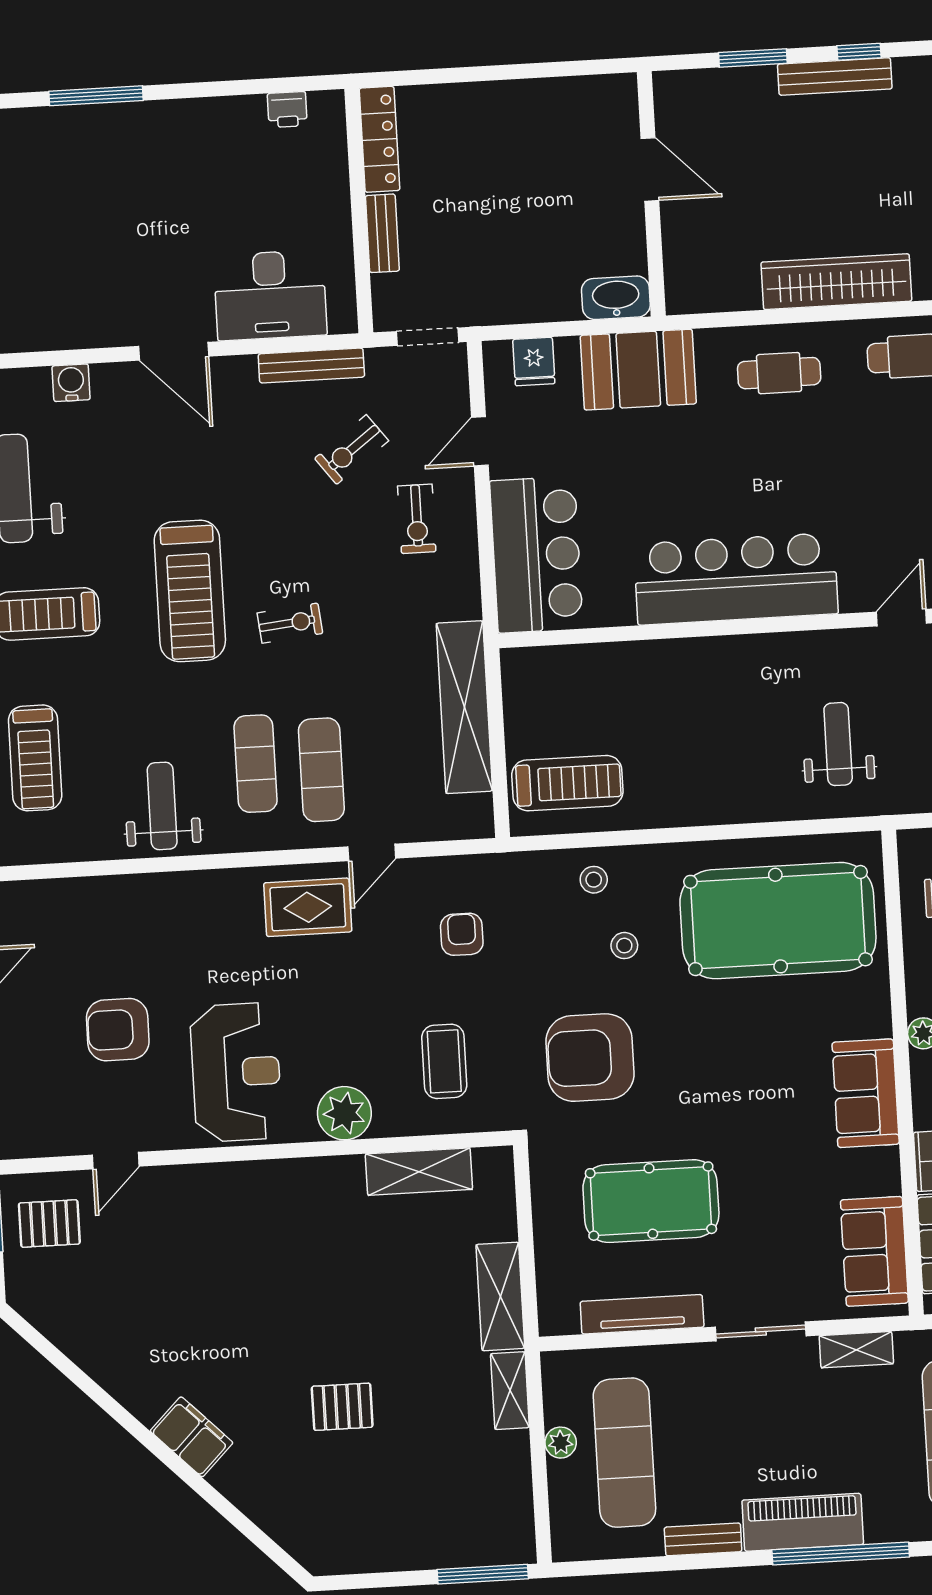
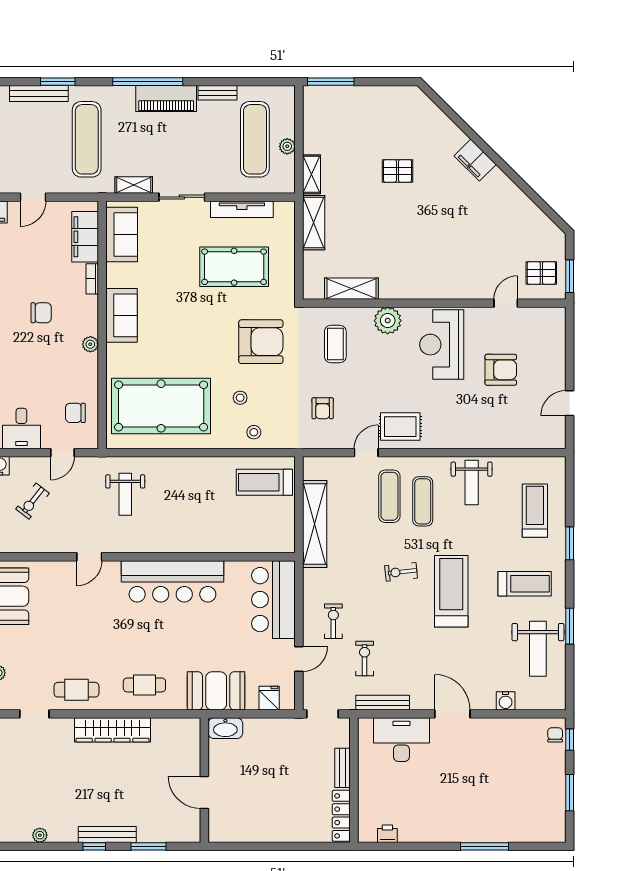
exercise bike: (352, 450) -> (365, 659), turned -53

